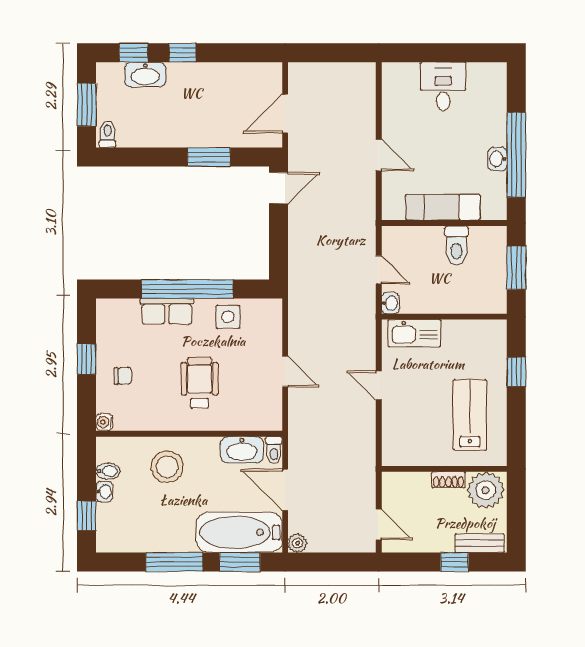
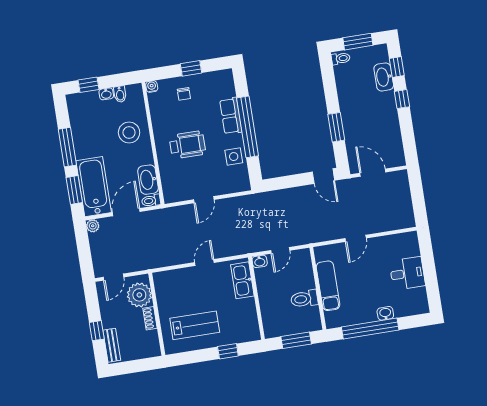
washbasin: (497, 159) -> (385, 313), moved
plant: (486, 490) -> (139, 295), moved

